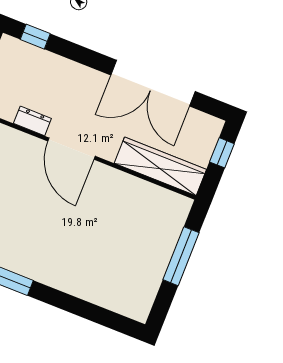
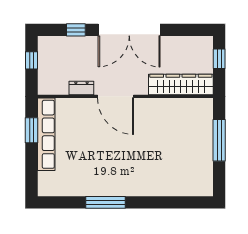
window: (35, 37) -> (76, 30), moved
double door: (153, 83) -> (129, 30), moved

